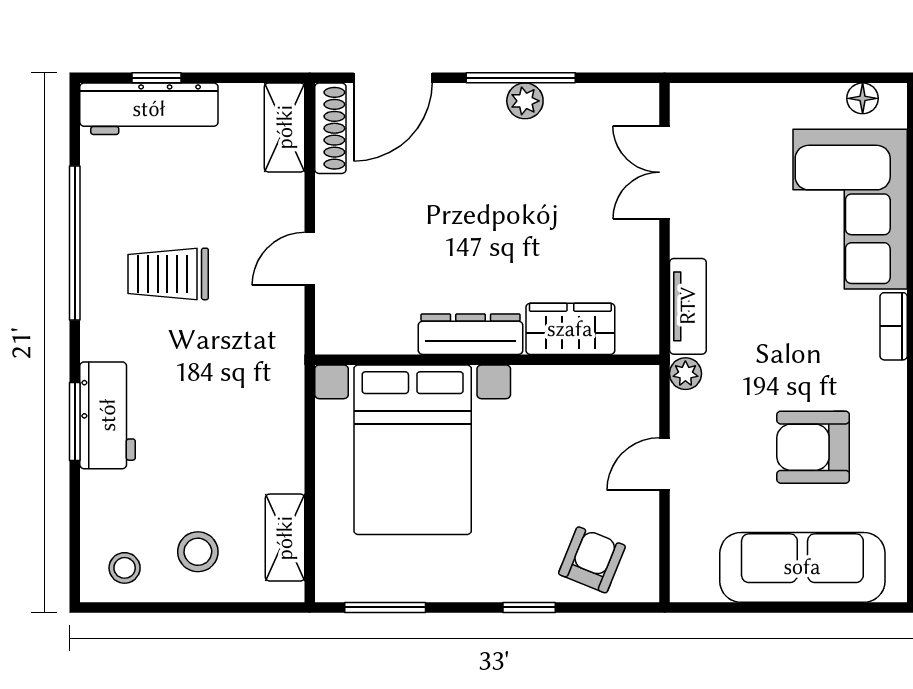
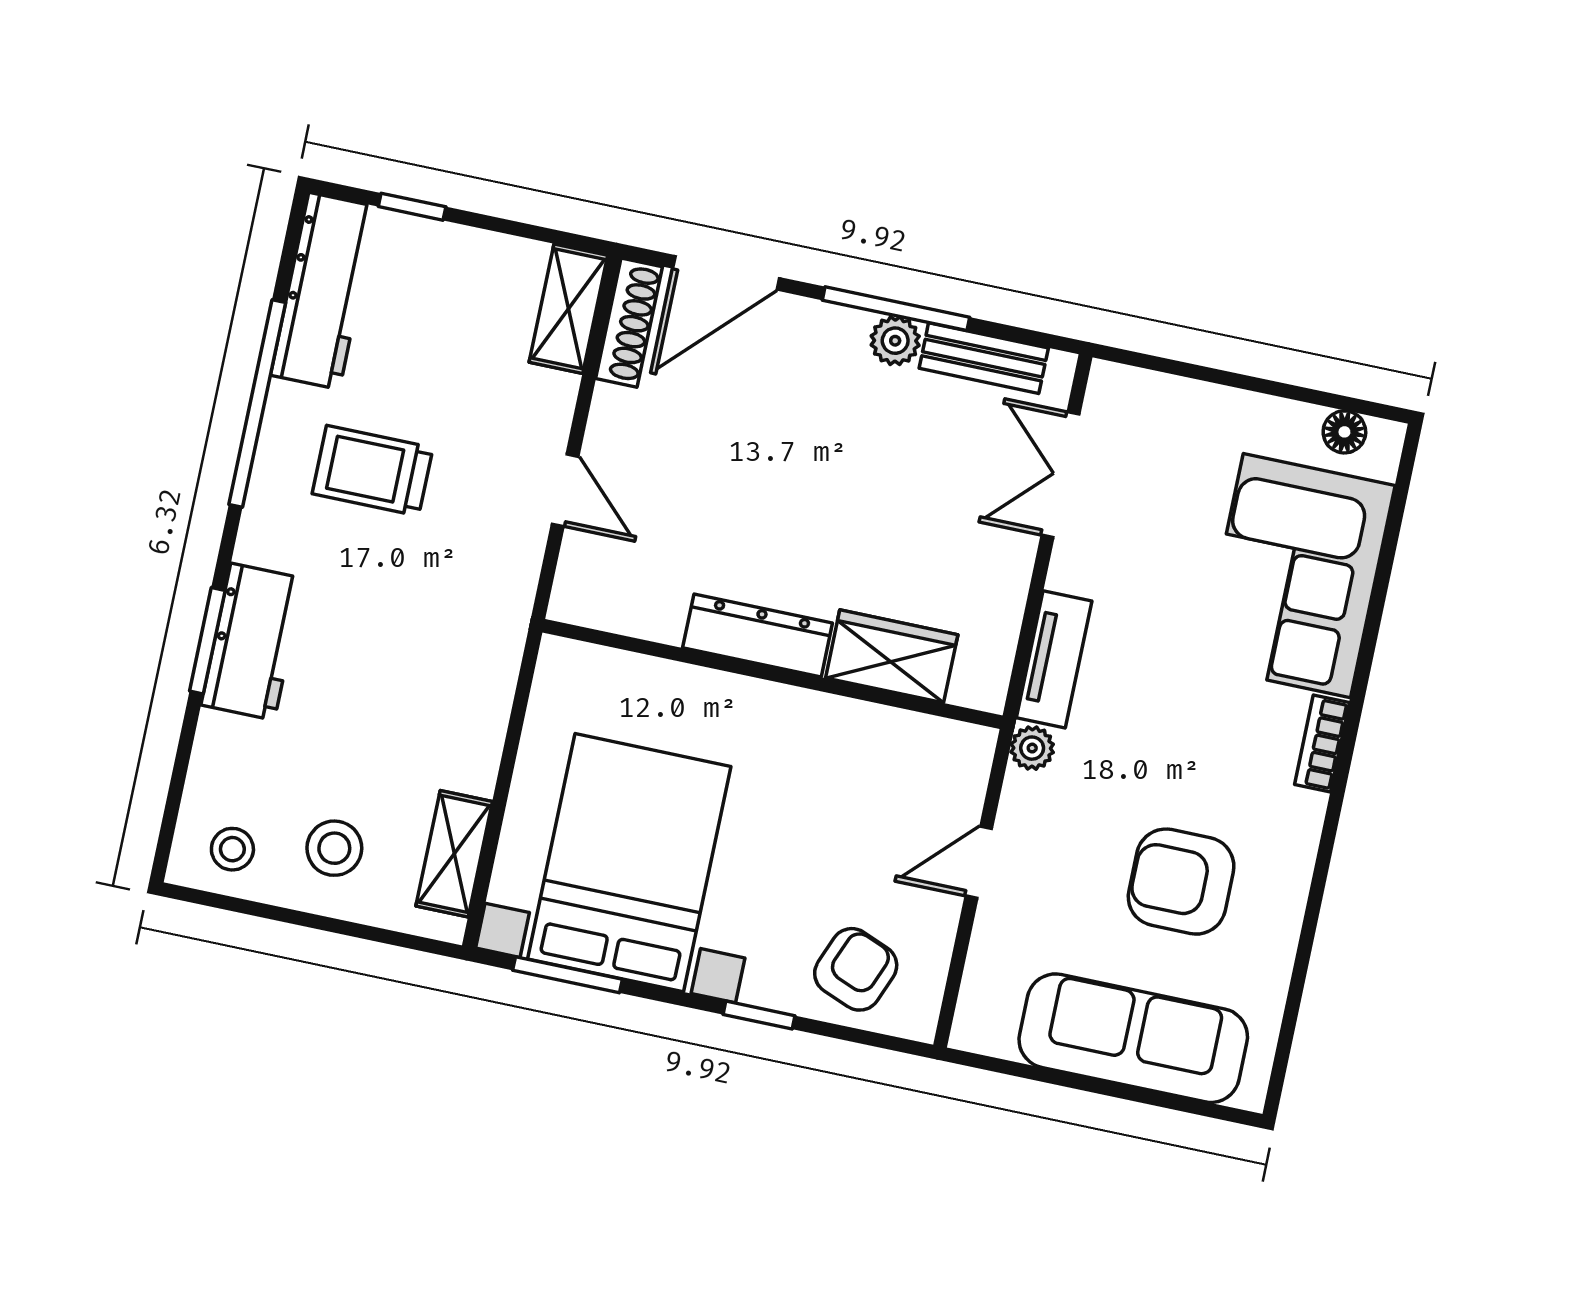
bench: (591, 100) -> (984, 358), added
workbench: (149, 109) -> (324, 291), moved, turned -90
door: (310, 259) -> (565, 490), swing flipped
bed with nightstands: (413, 450) -> (629, 863), moved, turned 180

